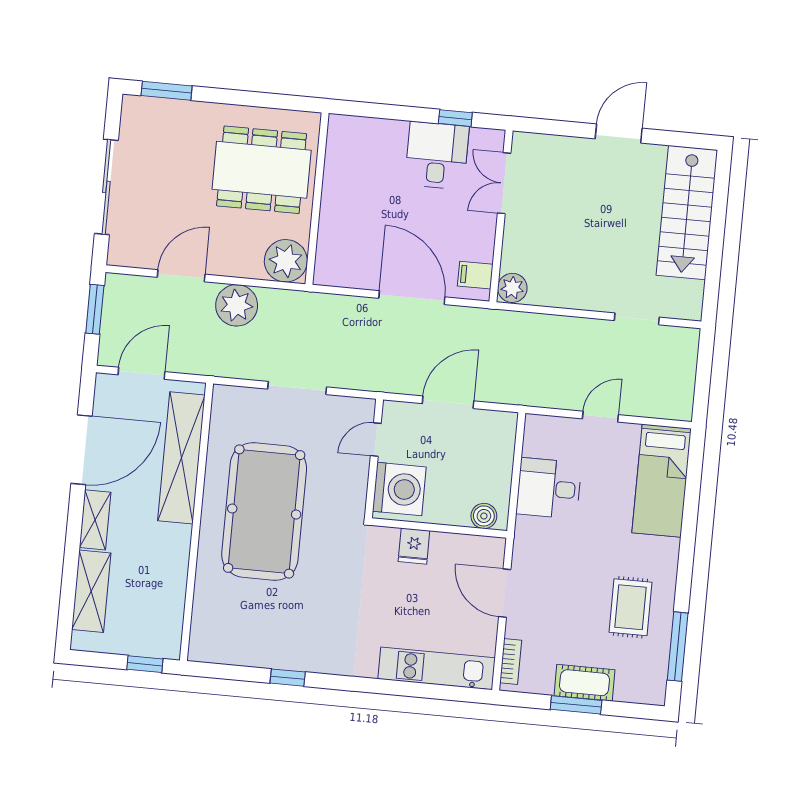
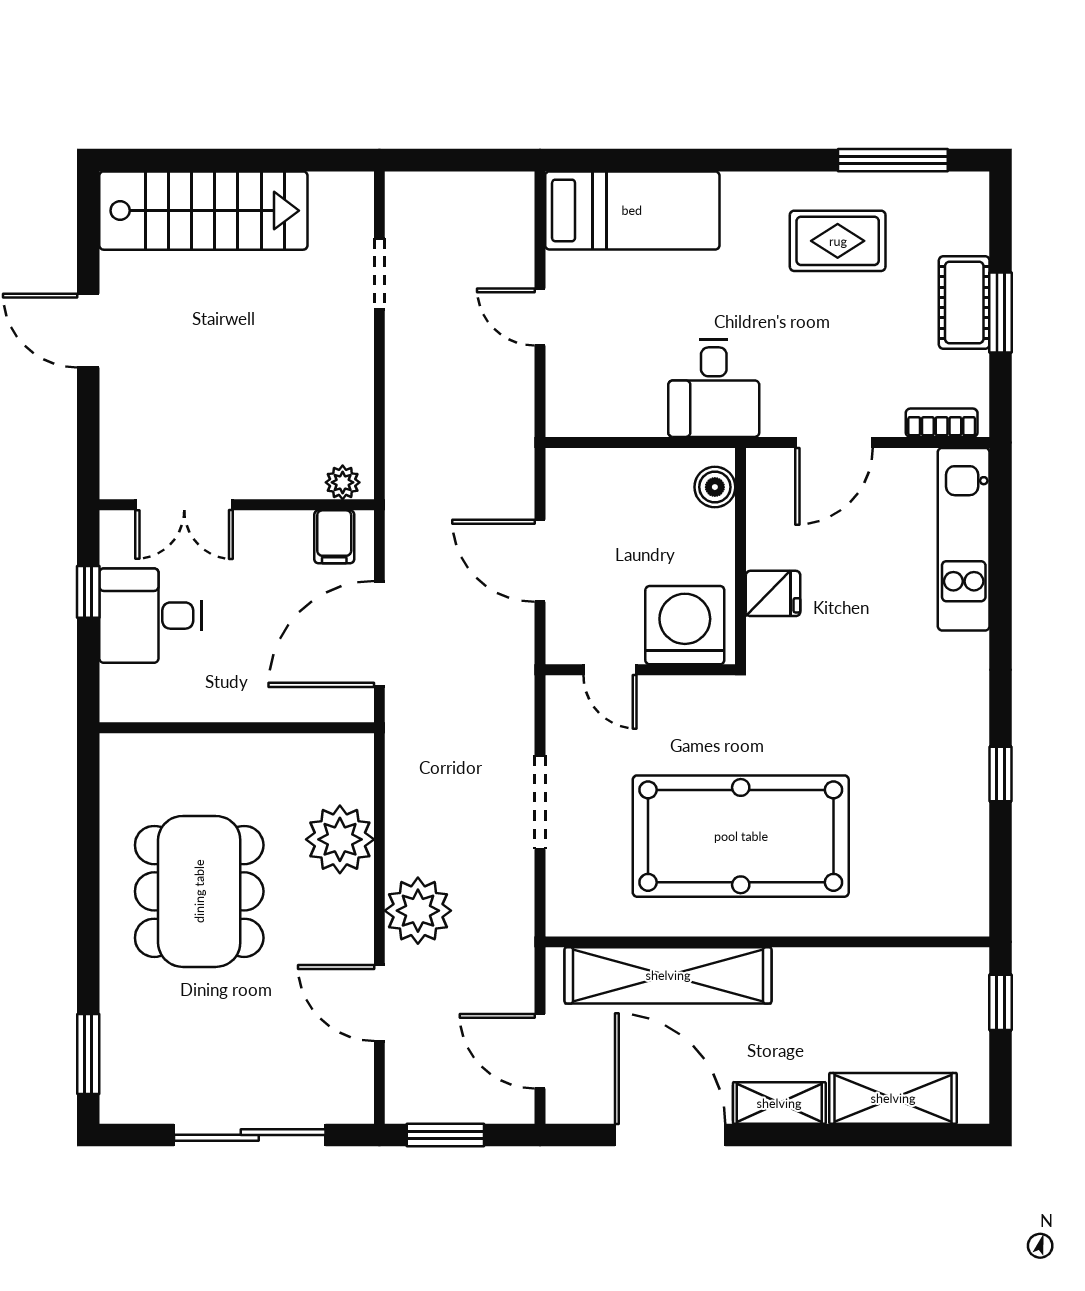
wall: (317, 199) -> (237, 728), moved
plant: (512, 288) -> (343, 482), width x0.73, depth x0.73
desk: (549, 488) -> (714, 388), moved

